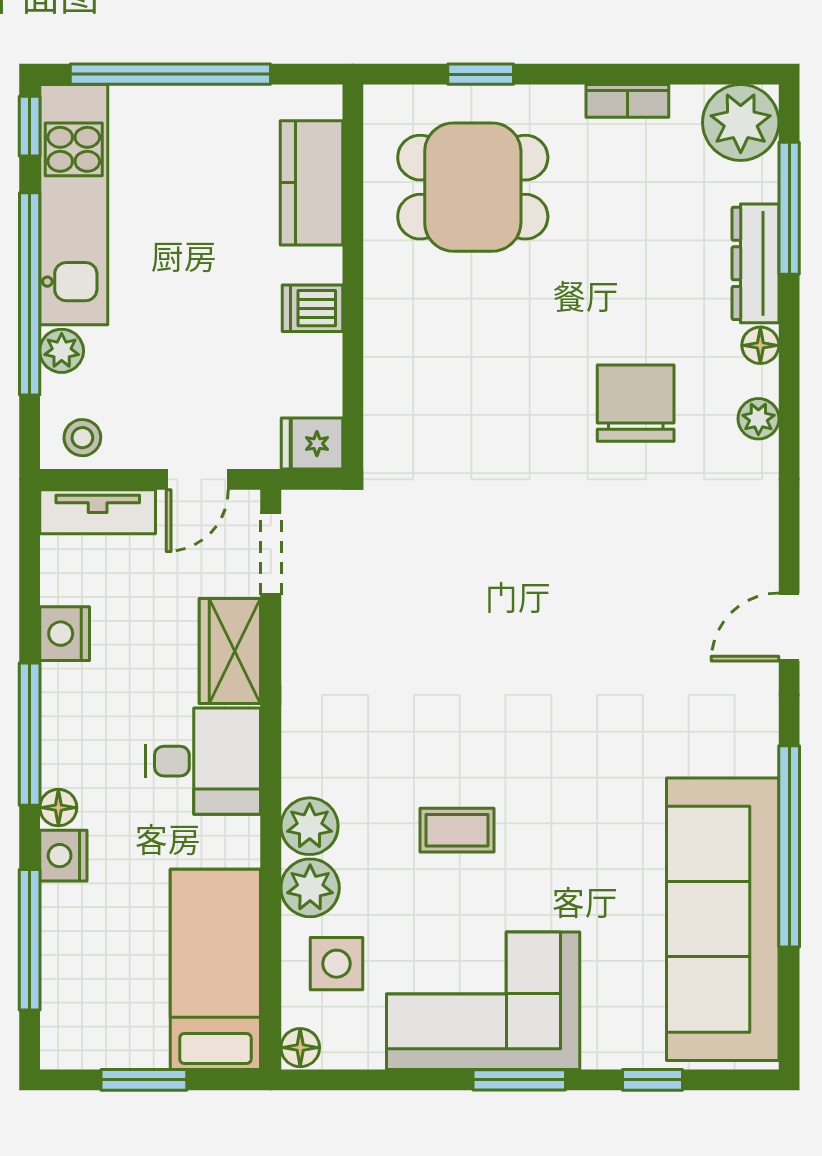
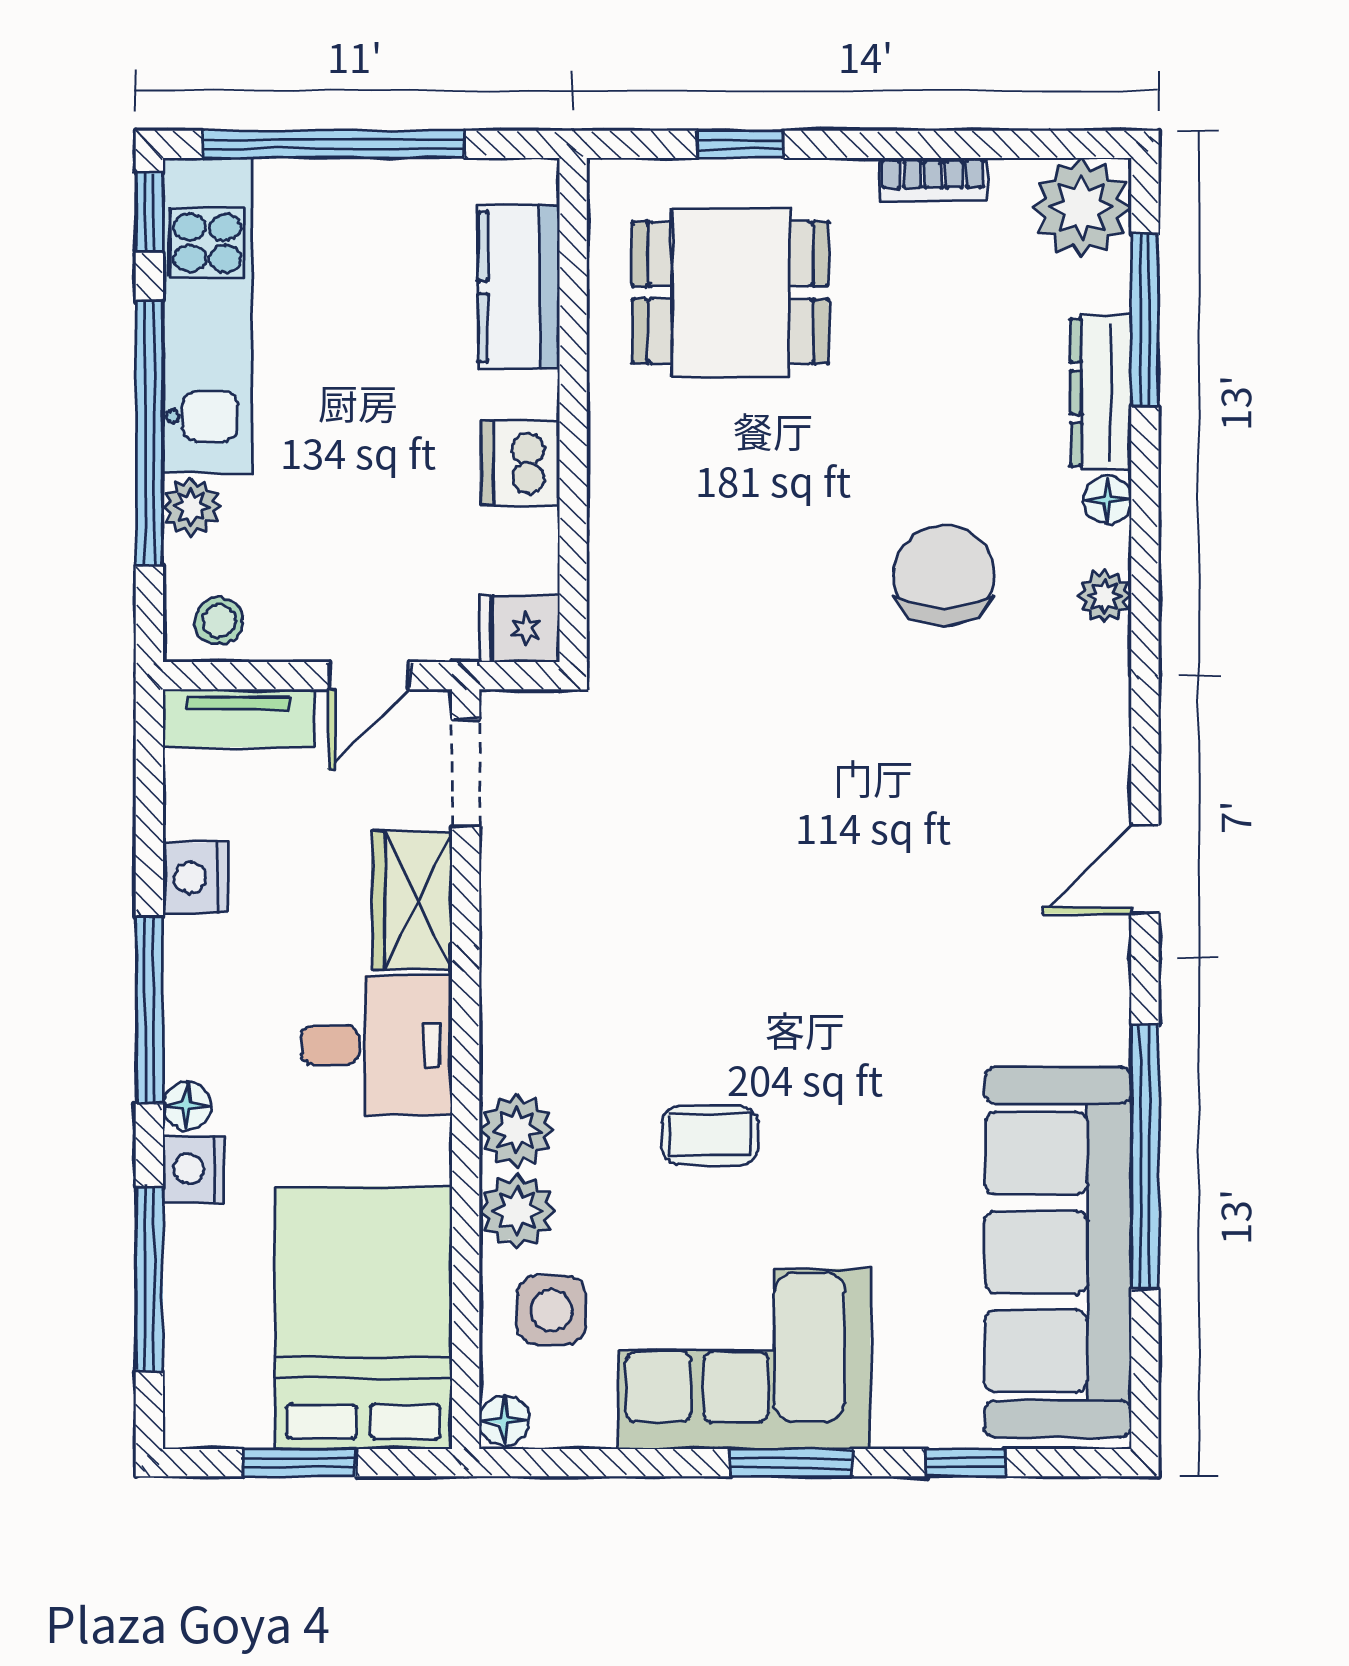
dishwasher: (313, 308) -> (520, 463), width x1.38
bed: (215, 969) -> (363, 1318), width x1.50

